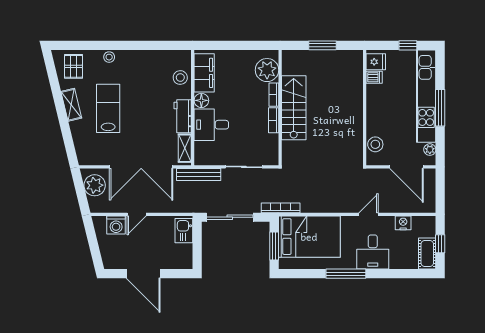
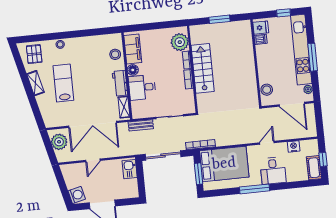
bench: (199, 175) -> (141, 125), width x0.73
washing machine: (116, 225) -> (77, 195), moved, turned -104

